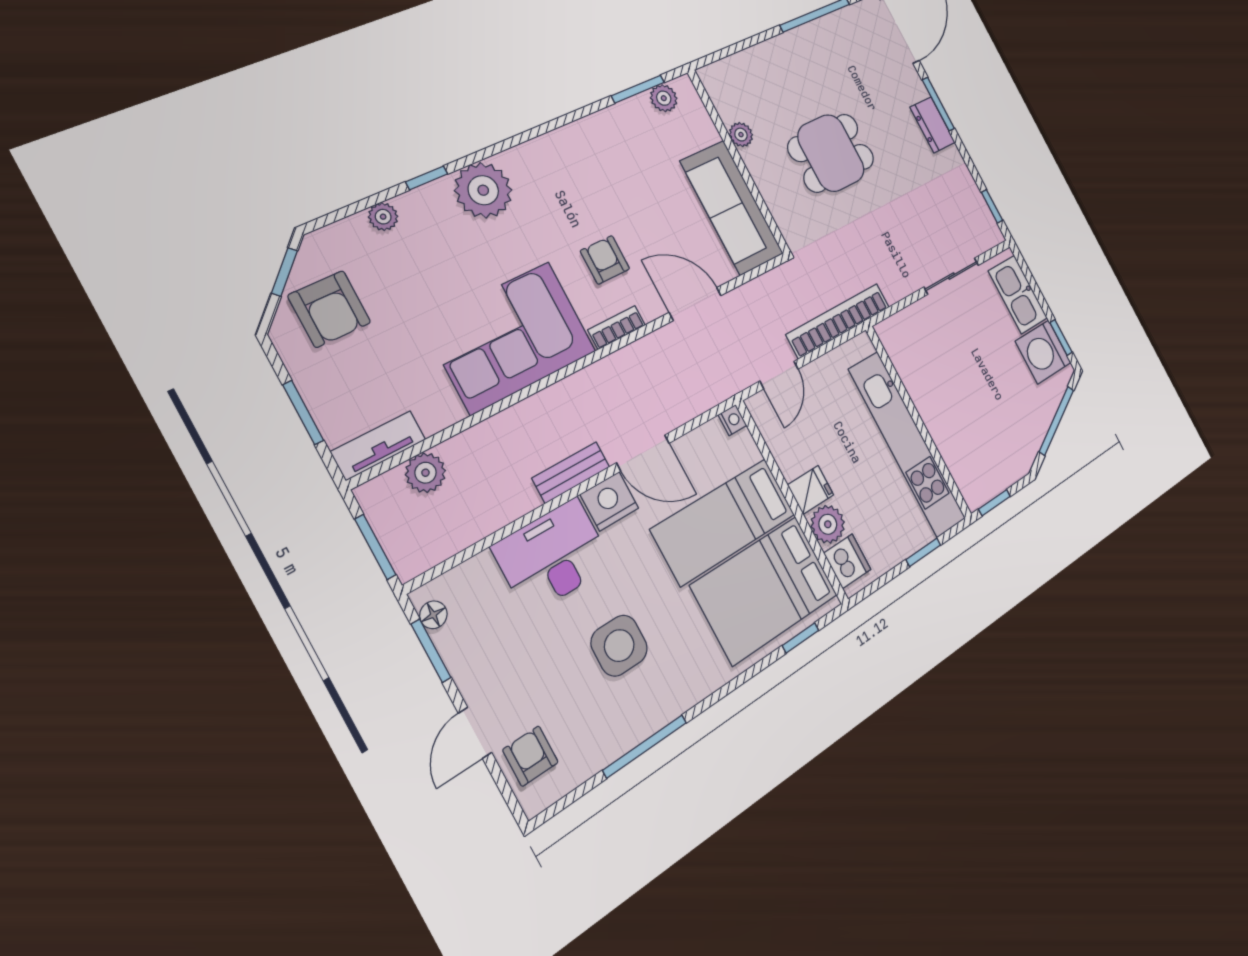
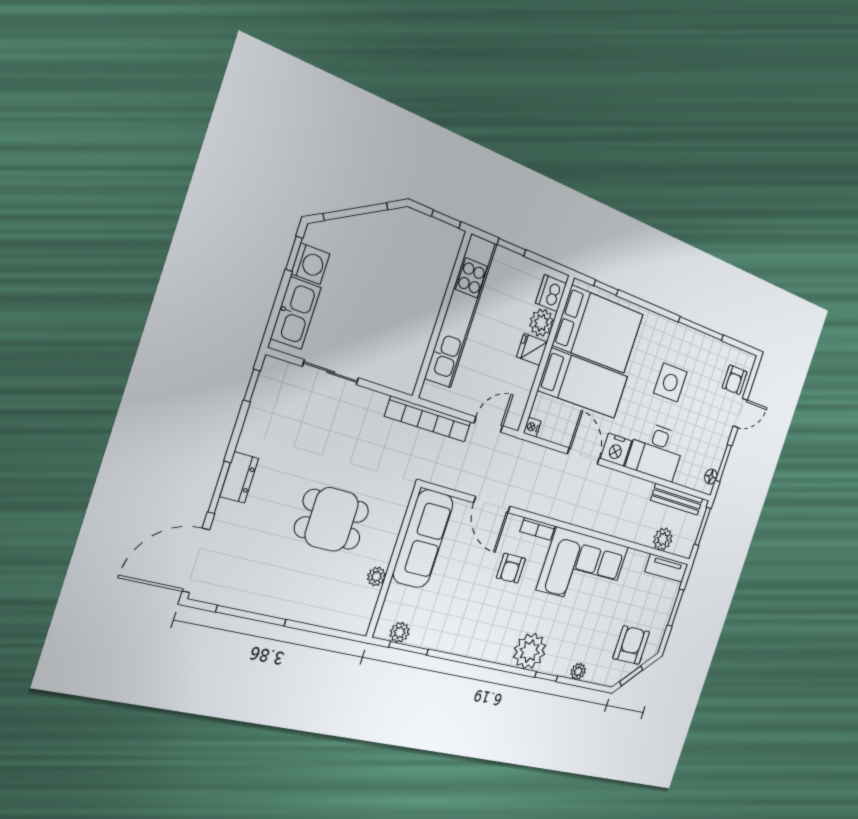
washing machine: (1043, 352) -> (310, 264), width x0.73, depth x0.73
bench: (571, 473) -> (677, 499), moved, width x1.36

